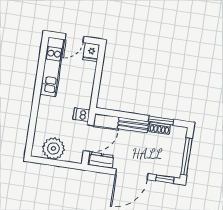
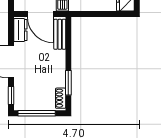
bench: (133, 125) -> (60, 34), moved
shoe rack: (160, 128) -> (61, 98), moved

